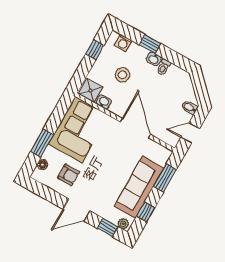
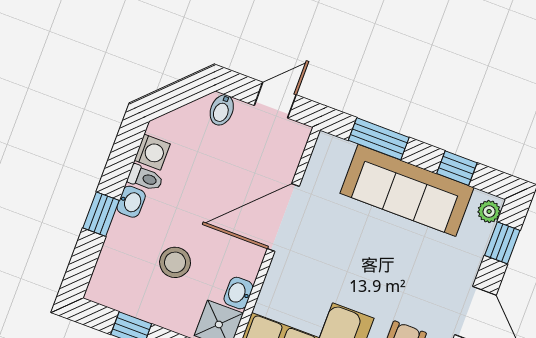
washing machine: (123, 43) -> (152, 152), moved
door: (190, 133) -> (275, 100), swing flipped

